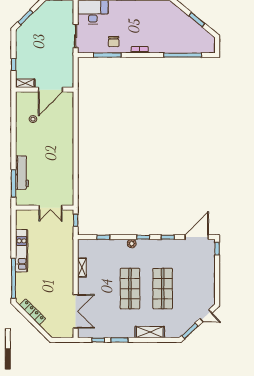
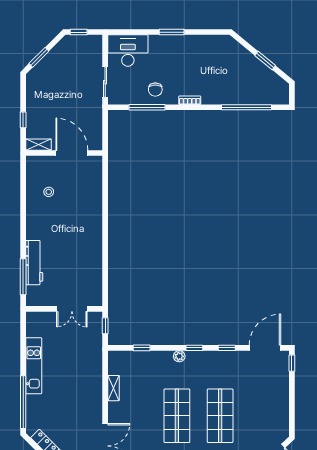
door: (50, 90) -> (72, 153), swing flipped

